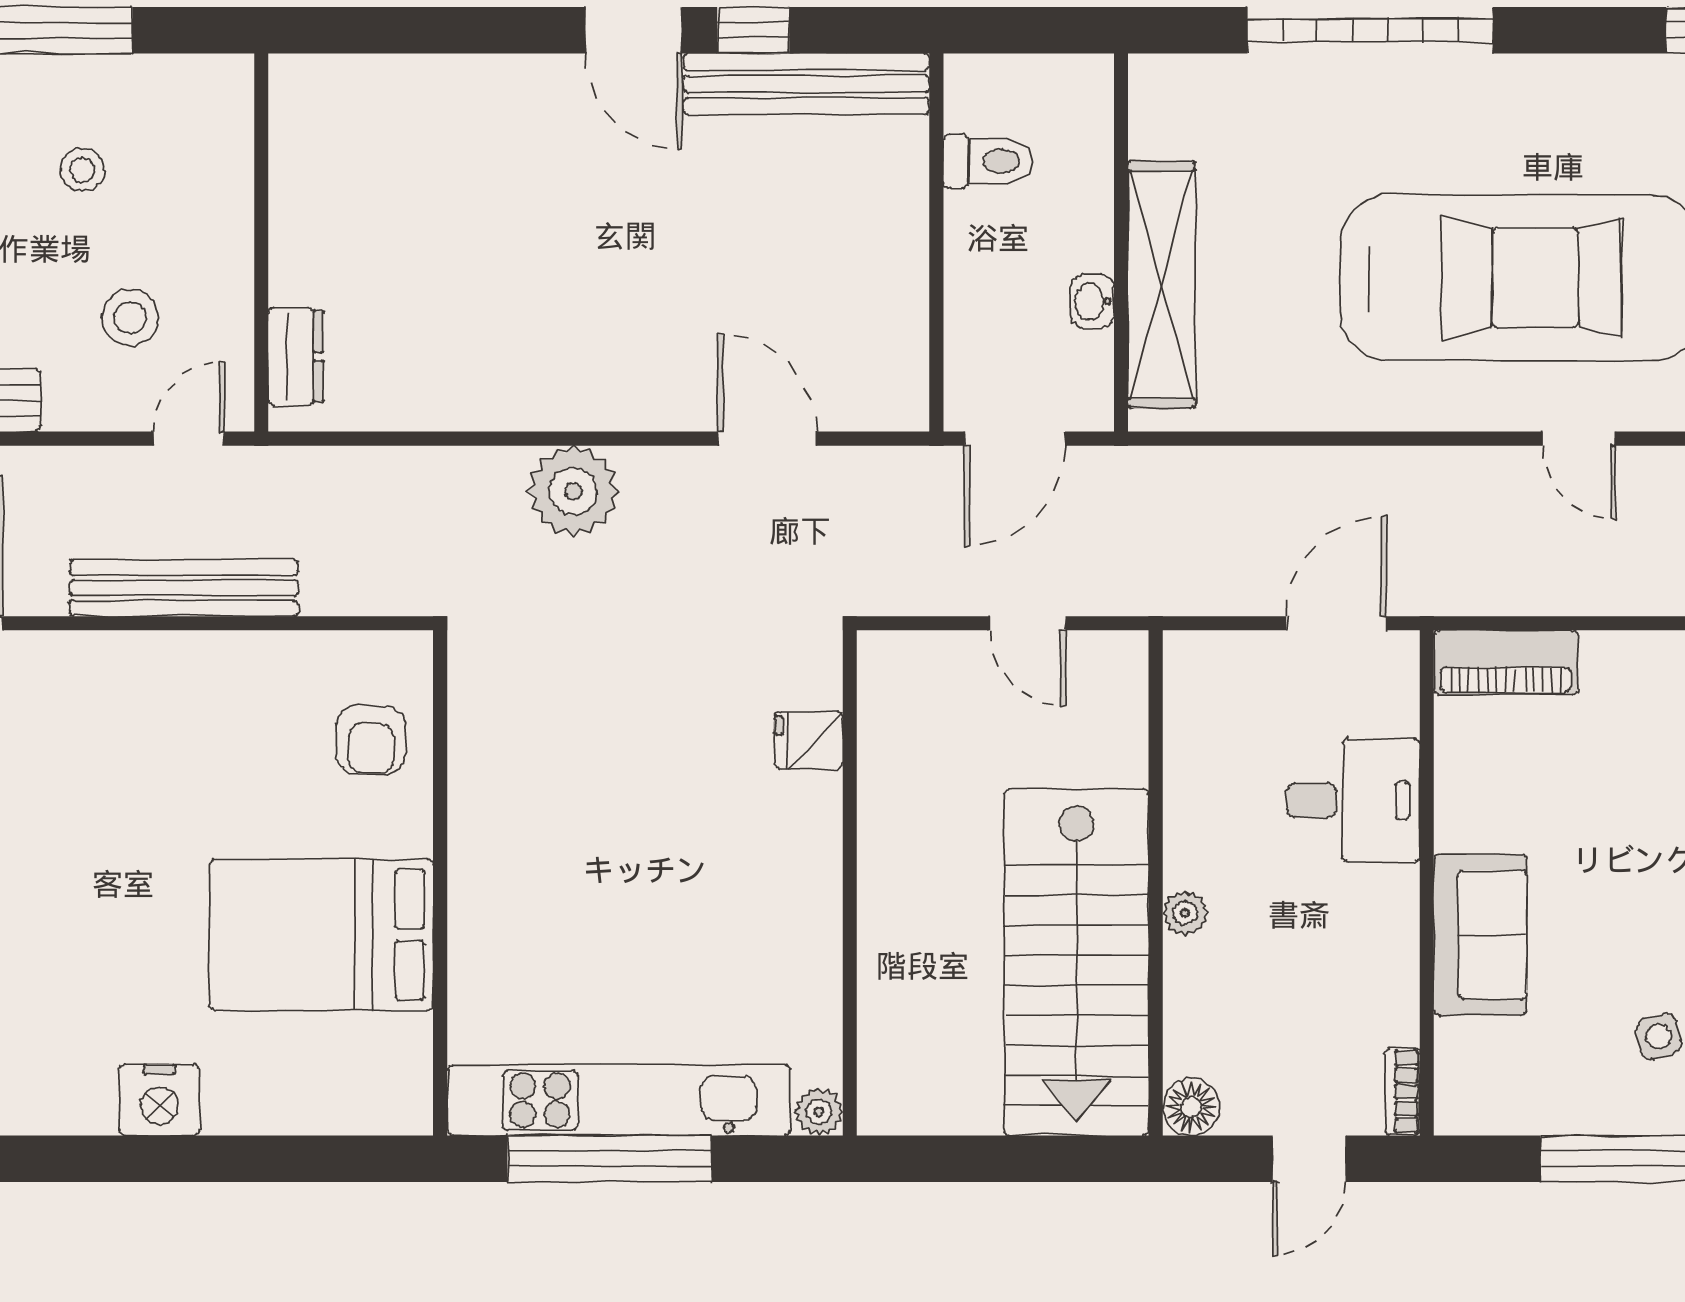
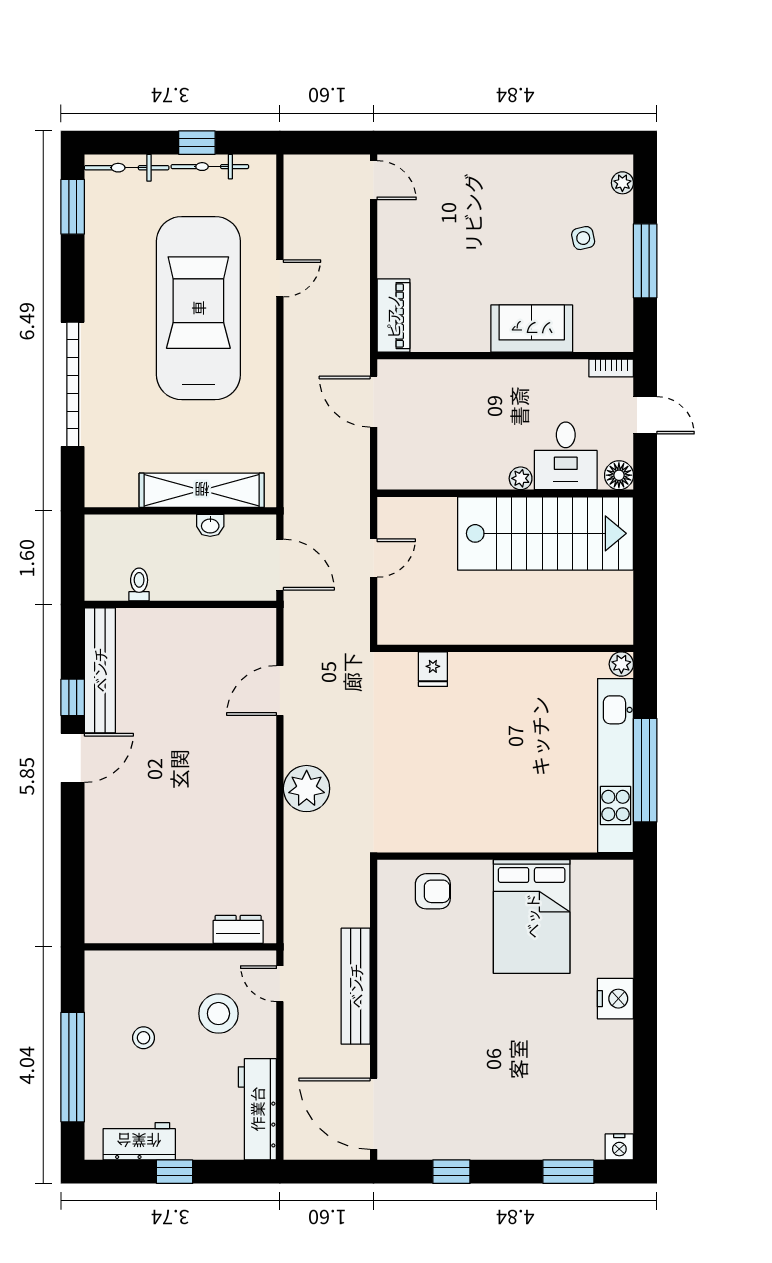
toilet: (988, 161) -> (139, 584), width x0.73, depth x0.72
stool: (130, 318) -> (218, 1014), width x1.38, depth x1.38
desk: (1353, 800) -> (566, 456), moved, turned 180

